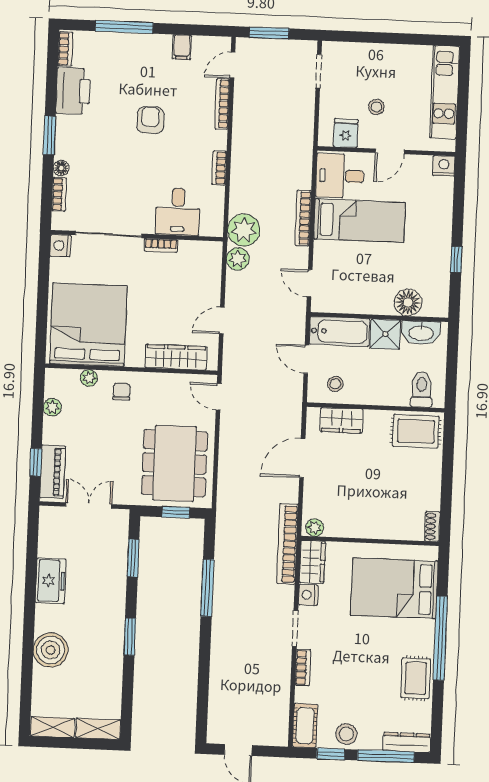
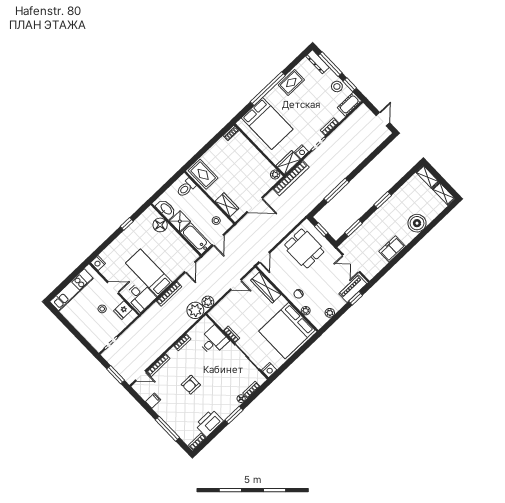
dining table: (174, 463) -> (304, 248), width x0.73

